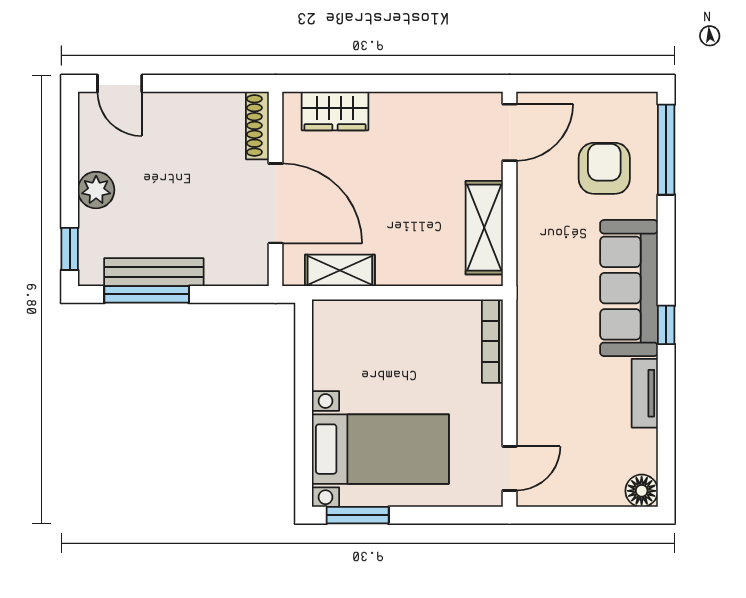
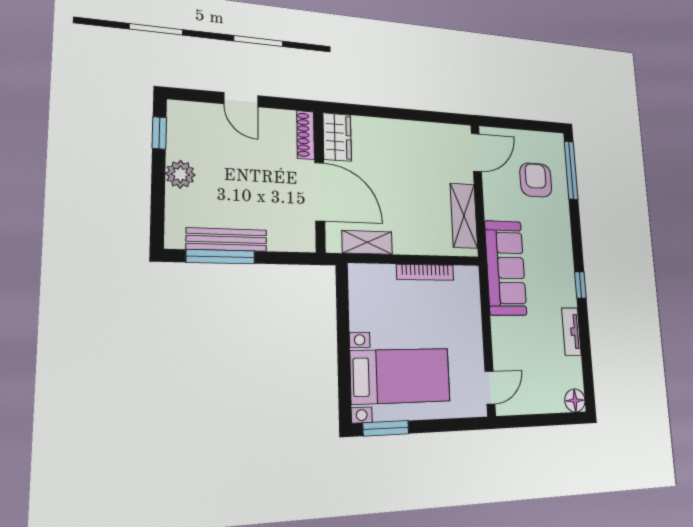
door: (120, 83) -> (241, 100), moved
wardrobe: (335, 111) -> (337, 137), moved, turned -90
window: (70, 249) -> (159, 133), moved
sofa: (629, 288) -> (506, 268), moved, turned 180
bookcase: (492, 341) -> (425, 272), moved, turned -90

